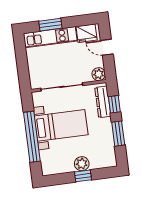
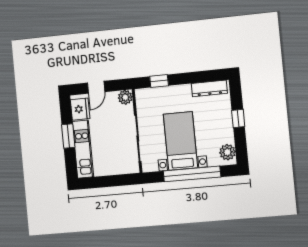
window: (50, 25) -> (68, 136), moved
dresser: (103, 102) -> (209, 88), moved
window: (118, 134) -> (192, 78), removed
plant: (82, 164) -> (227, 152), moved

